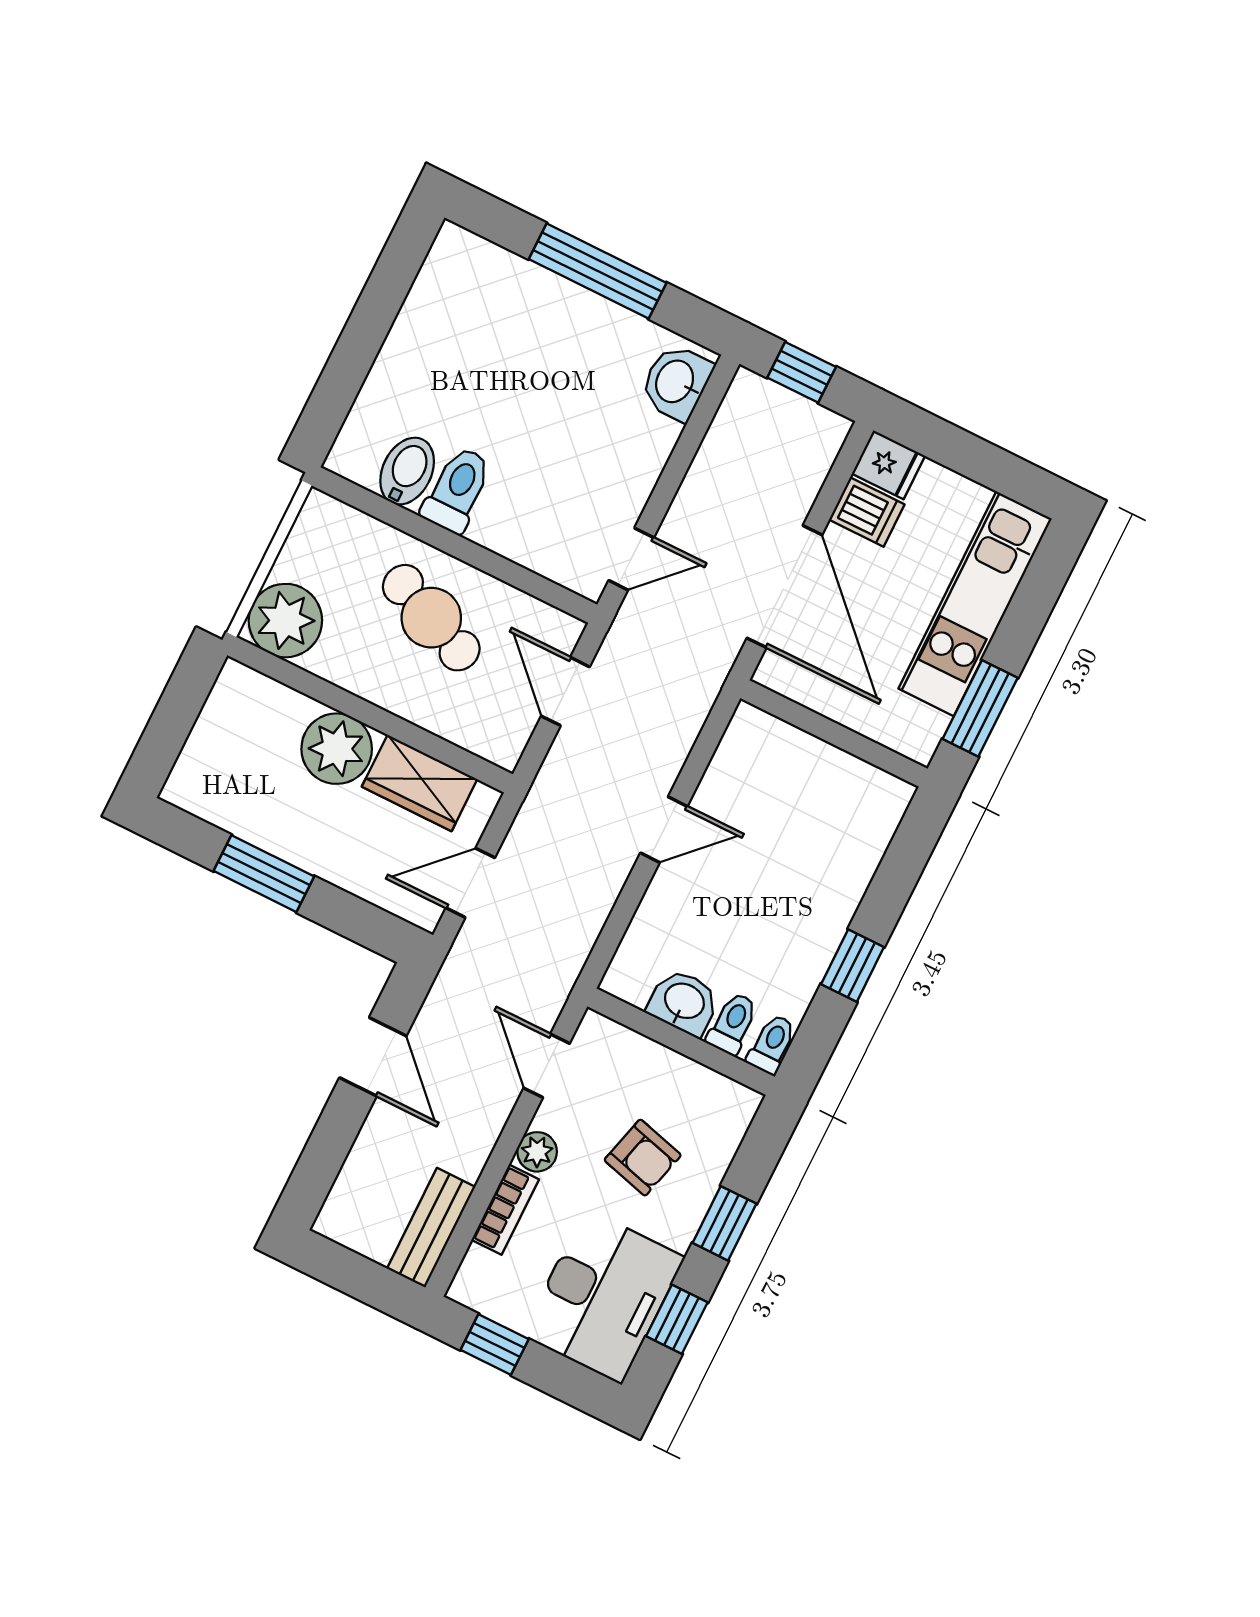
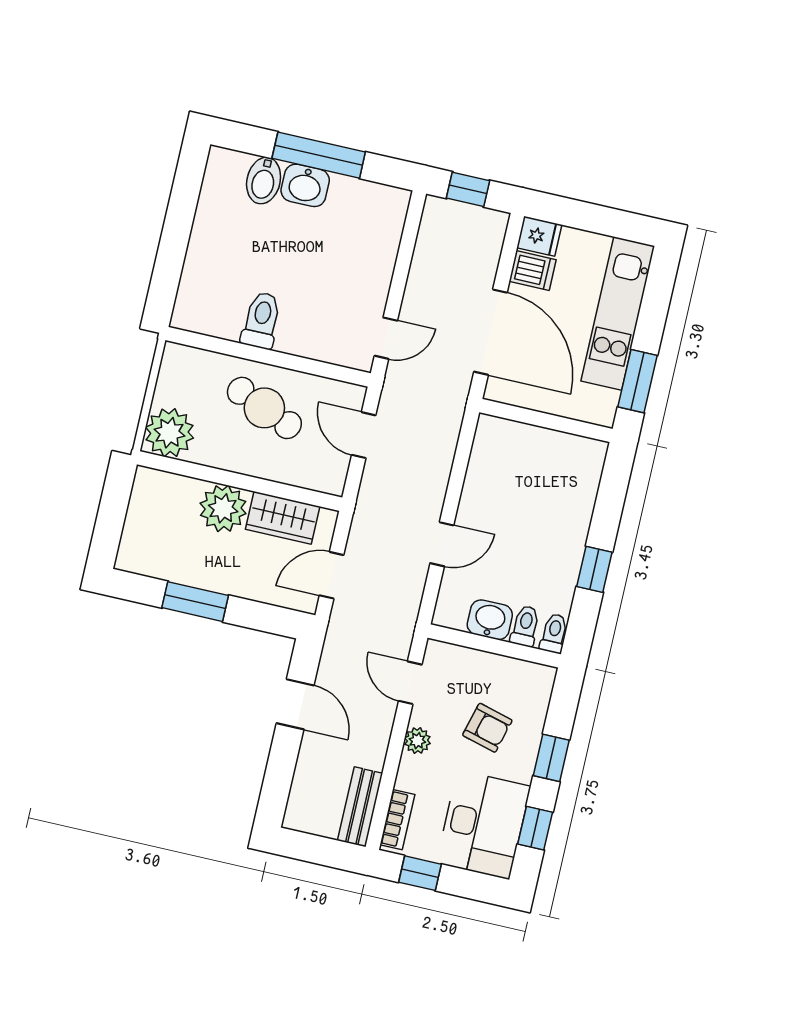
washbasin: (676, 382) -> (305, 185), moved, turned -90
bidet: (407, 471) -> (264, 181), moved, turned 180
door: (664, 830) -> (442, 544), moved
bookcase: (505, 1210) -> (397, 820), moved

